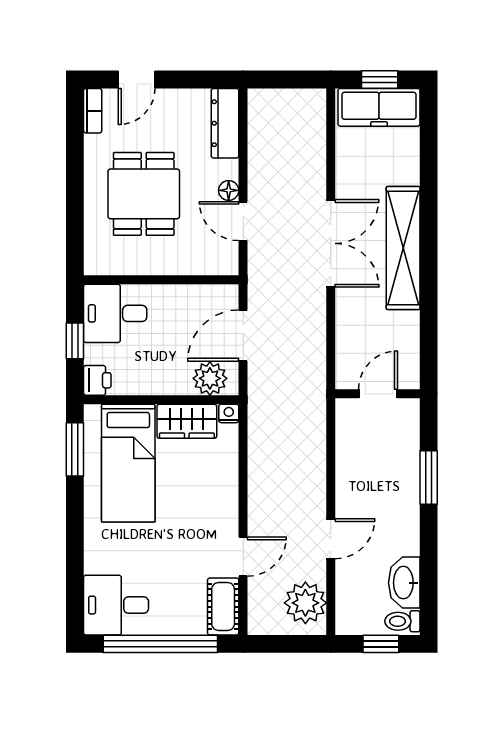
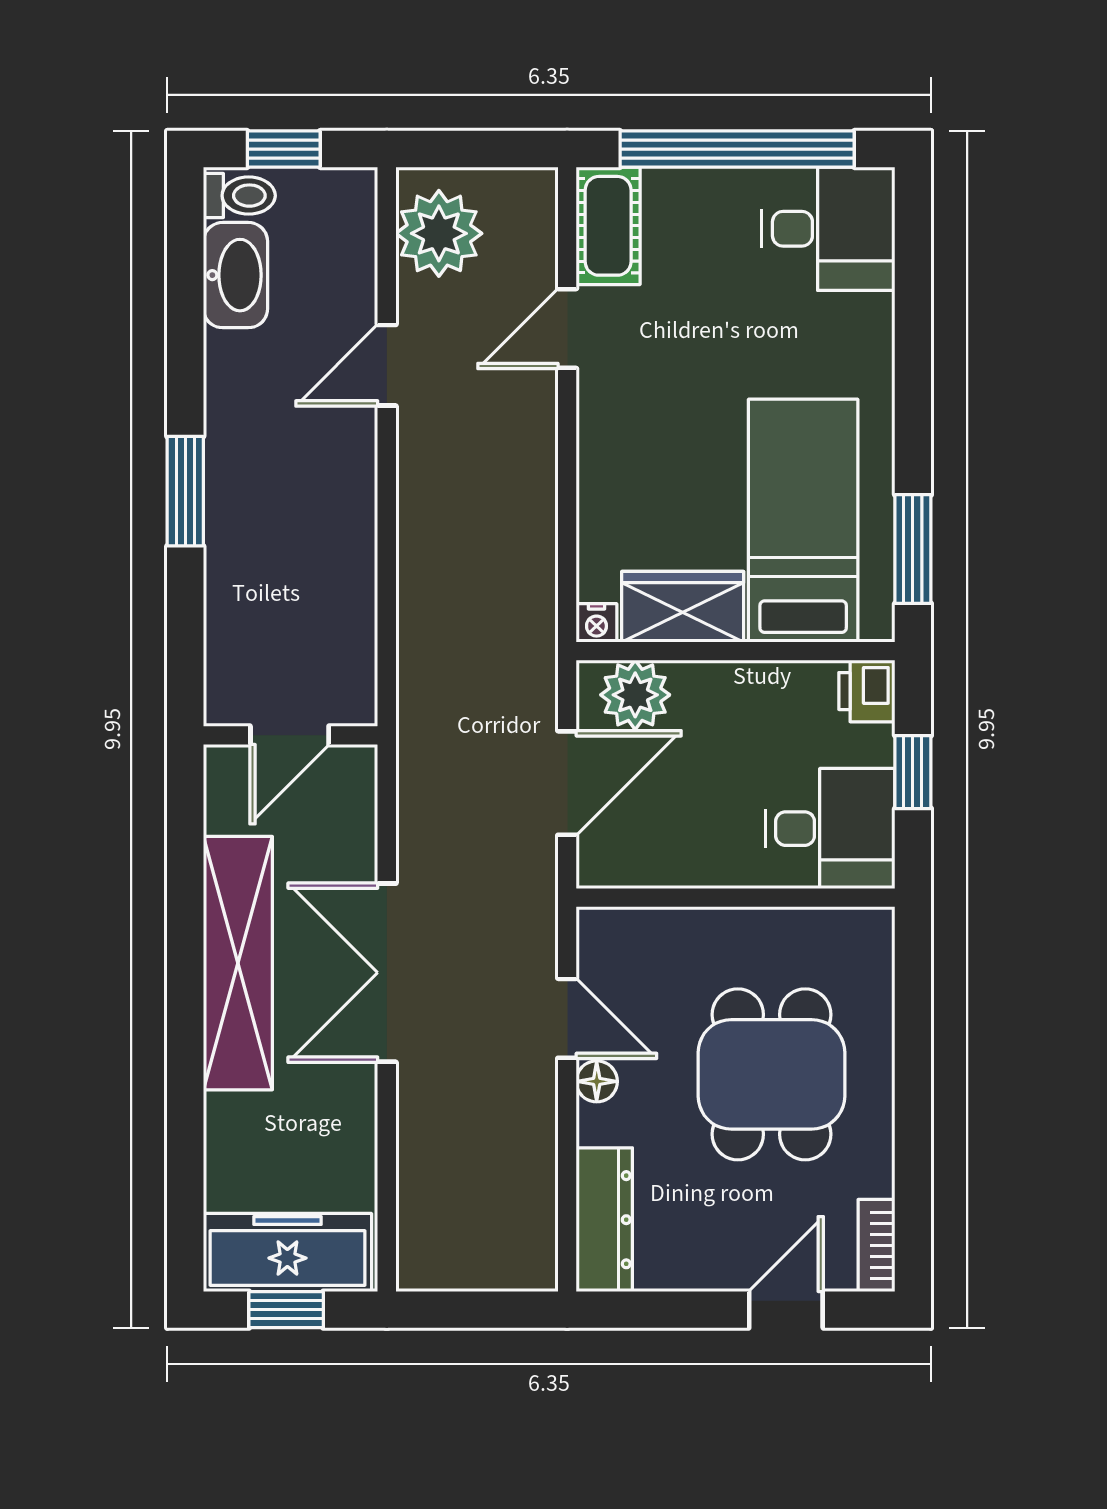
door: (378, 394) -> (290, 735), moved
wall: (378, 394) -> (291, 735), moved

